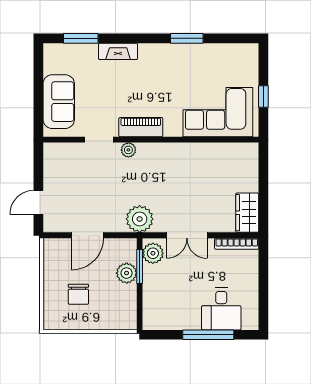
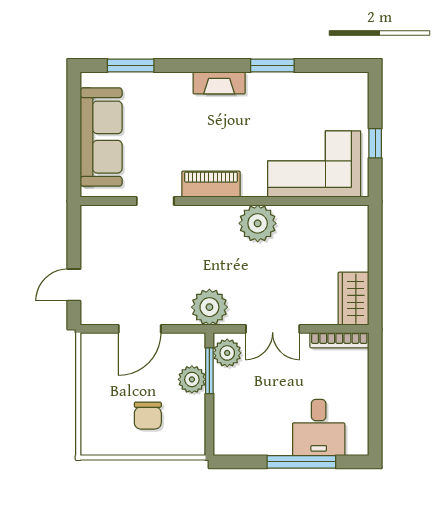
fireplace: (118, 51) -> (219, 83), moved
sofa: (59, 102) -> (101, 137), width x1.36
plant: (128, 150) -> (258, 223), moved, width x1.87, depth x1.87
chair: (78, 294) -> (148, 416), moved

